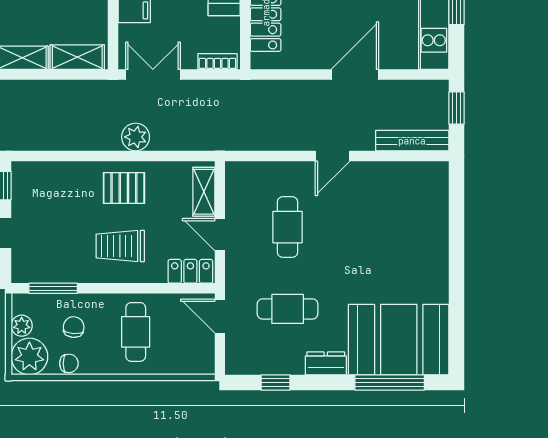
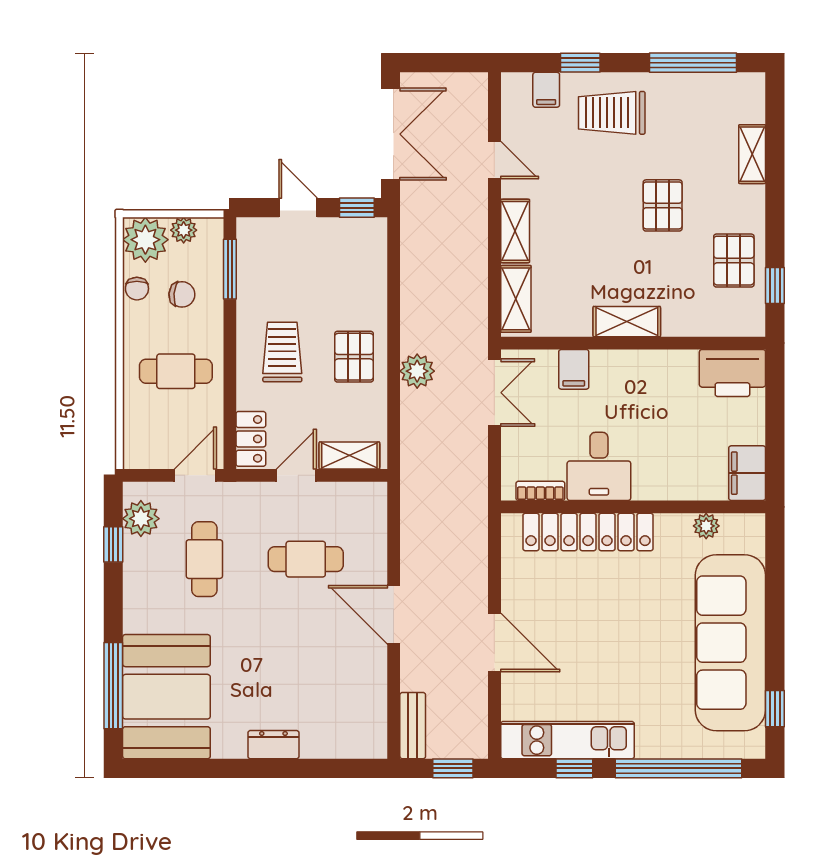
bookcase: (217, 62) -> (540, 491), moved, turned -90
bench: (412, 141) -> (413, 726), width x0.73
door: (333, 156) -> (394, 615), width x1.38
plant: (255, 360) -> (141, 519), added
dresser: (326, 363) -> (273, 745), moved, turned -90

